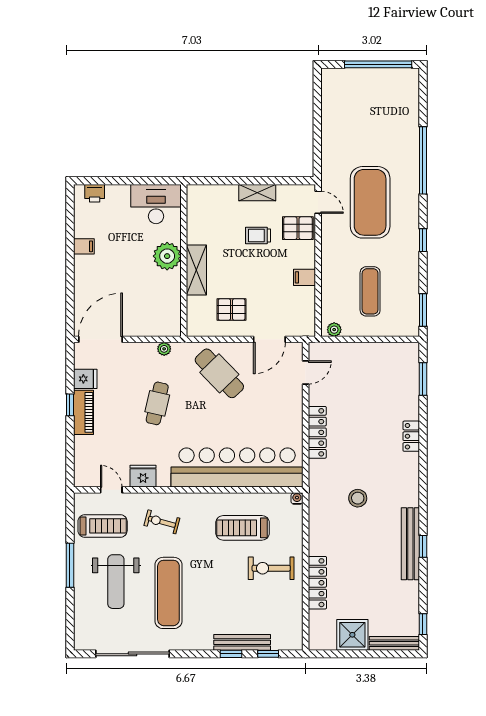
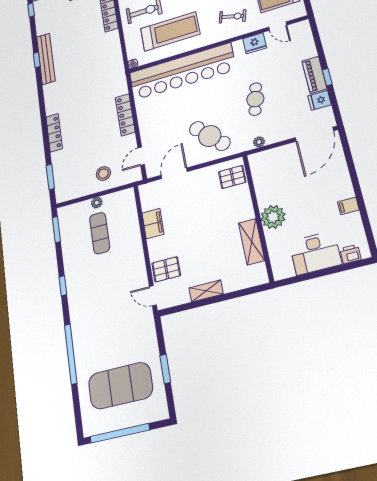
window: (317, 120) -> (165, 369), added
exercise mat: (370, 202) -> (120, 386), moved, turned 90
desk: (156, 204) -> (315, 253), moved
trolley: (258, 235) -> (199, 254), removed
shelving: (196, 270) -> (252, 242), moved
filing cabinet: (305, 277) -> (153, 224), width x2.00
pallet: (232, 309) -> (232, 177), moved
plant: (334, 330) -> (97, 203), moved
locker: (411, 436) -> (54, 133), width x1.53
stool: (358, 498) -> (103, 174), moved
treadmill: (243, 528) -> (170, 31), width x1.37, depth x1.38

